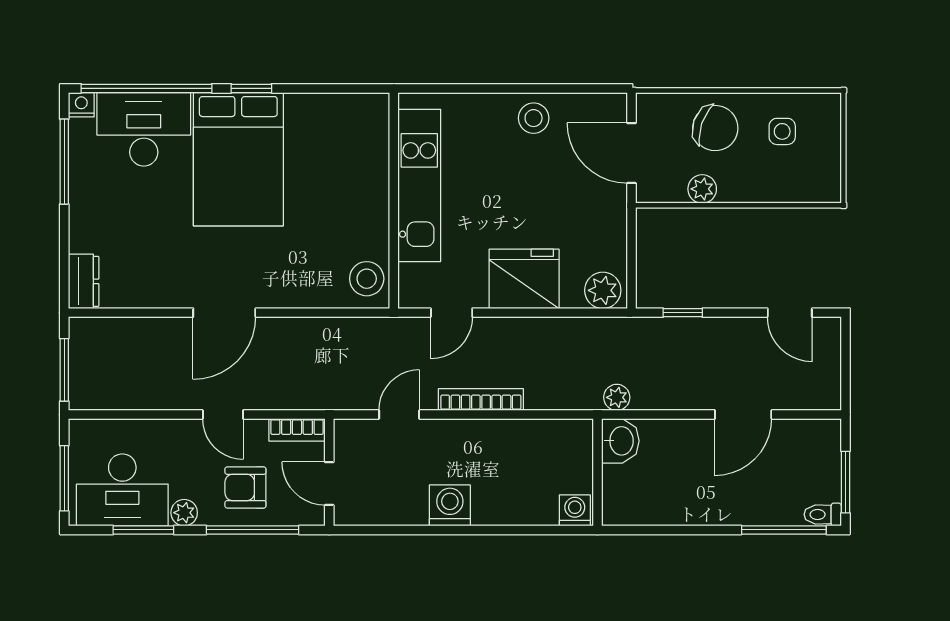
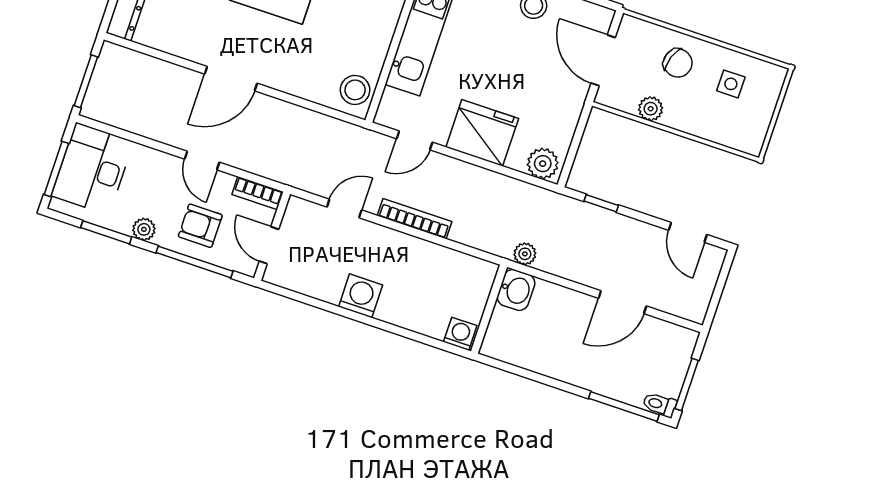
chair: (715, 128) -> (678, 63), width x0.73, depth x0.73
desk: (122, 490) -> (93, 169), moved, turned 90

